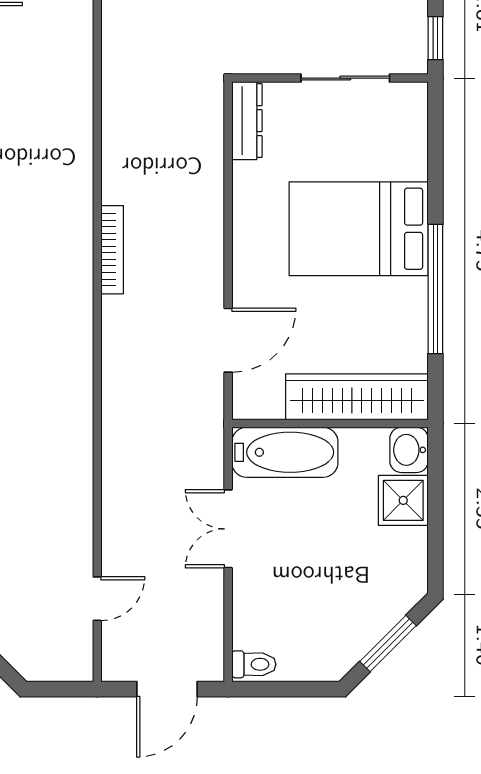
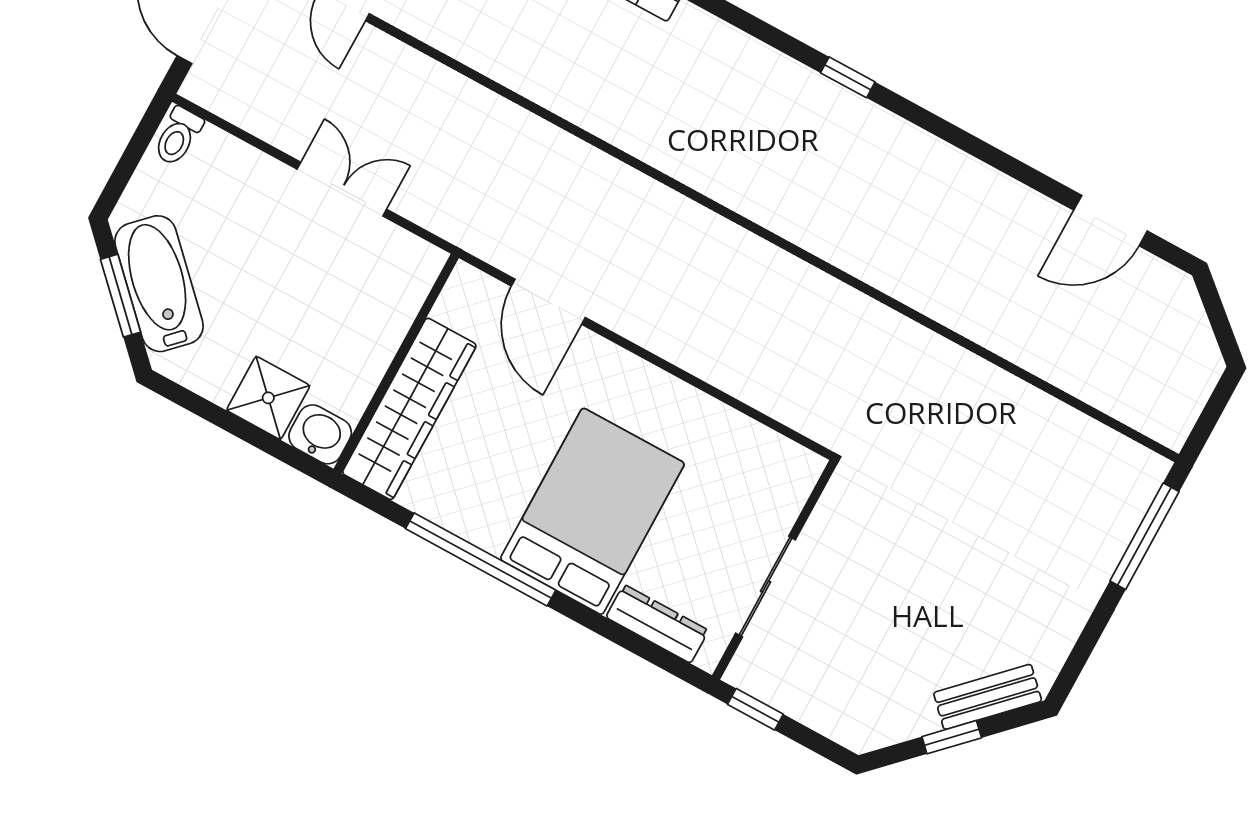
dresser: (247, 121) -> (657, 624), moved, turned 180
bookcase: (112, 250) -> (717, 229), removed
bathtub: (285, 452) -> (159, 284), moved, turned 135

